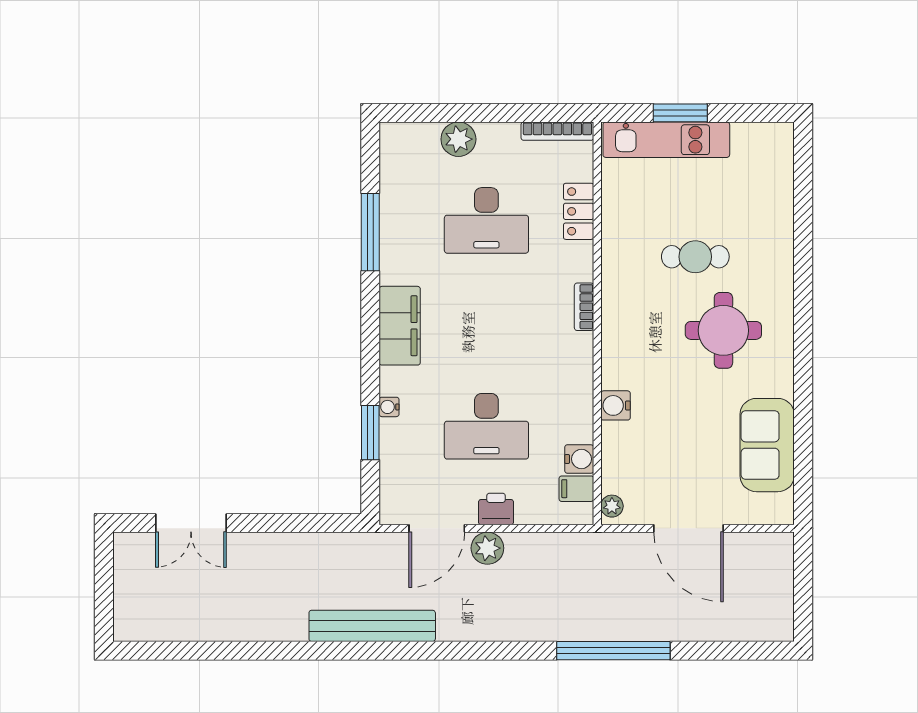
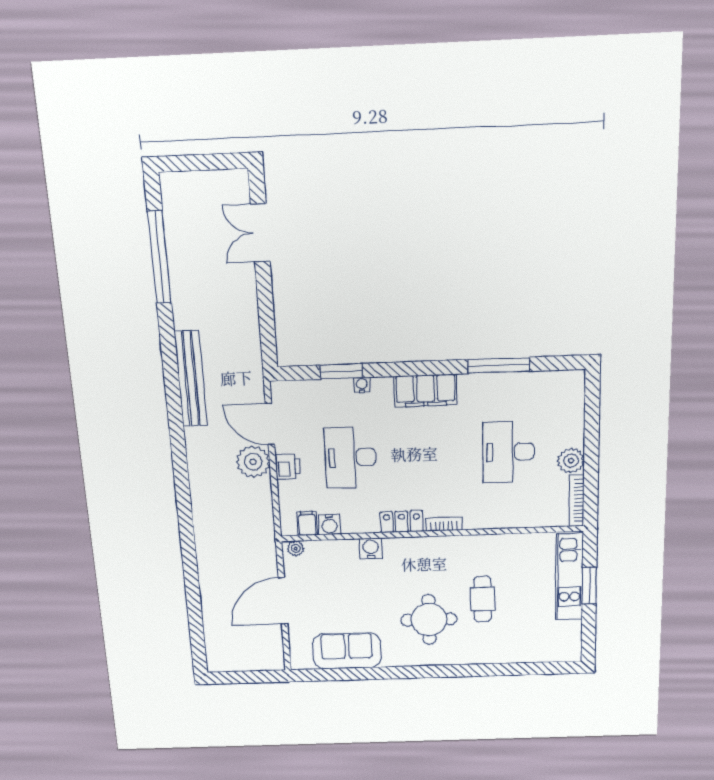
plant: (458, 139) -> (571, 461), moved
locker: (579, 211) -> (402, 522), moved
plant: (487, 548) -> (253, 462), width x1.36, depth x1.36
window: (613, 651) -> (159, 257), moved

